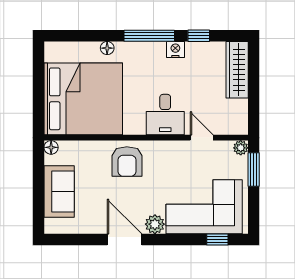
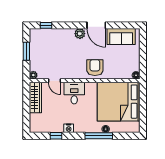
window: (149, 36) -> (99, 136), moved
wardrobe: (237, 70) -> (35, 97), moved
window: (254, 169) -> (26, 51), moved
sofa: (59, 191) -> (121, 36), moved, turned -90
corner sofa: (204, 207) -> (53, 43), removed

